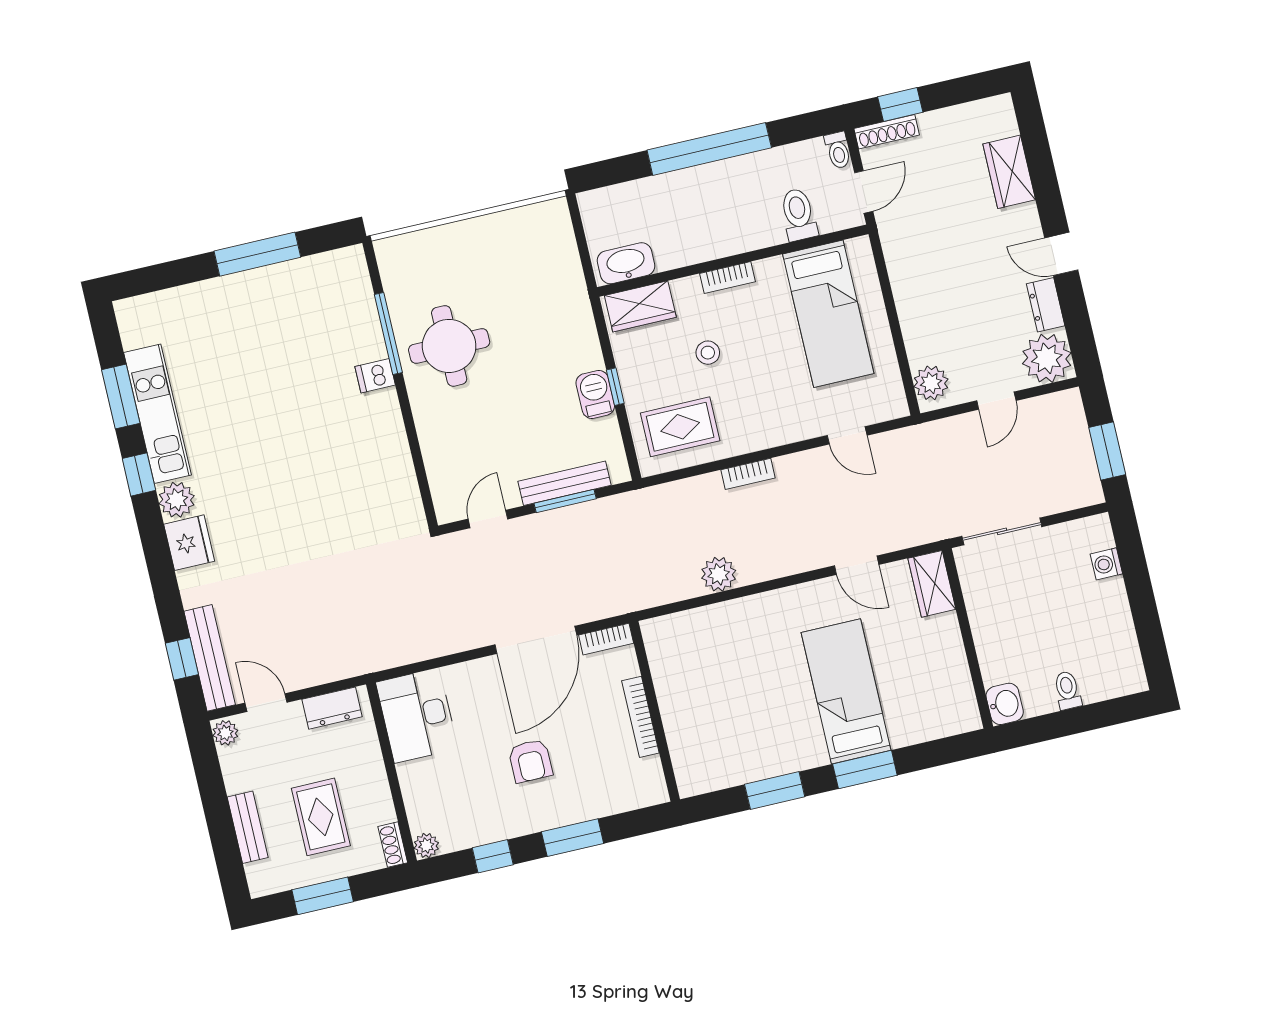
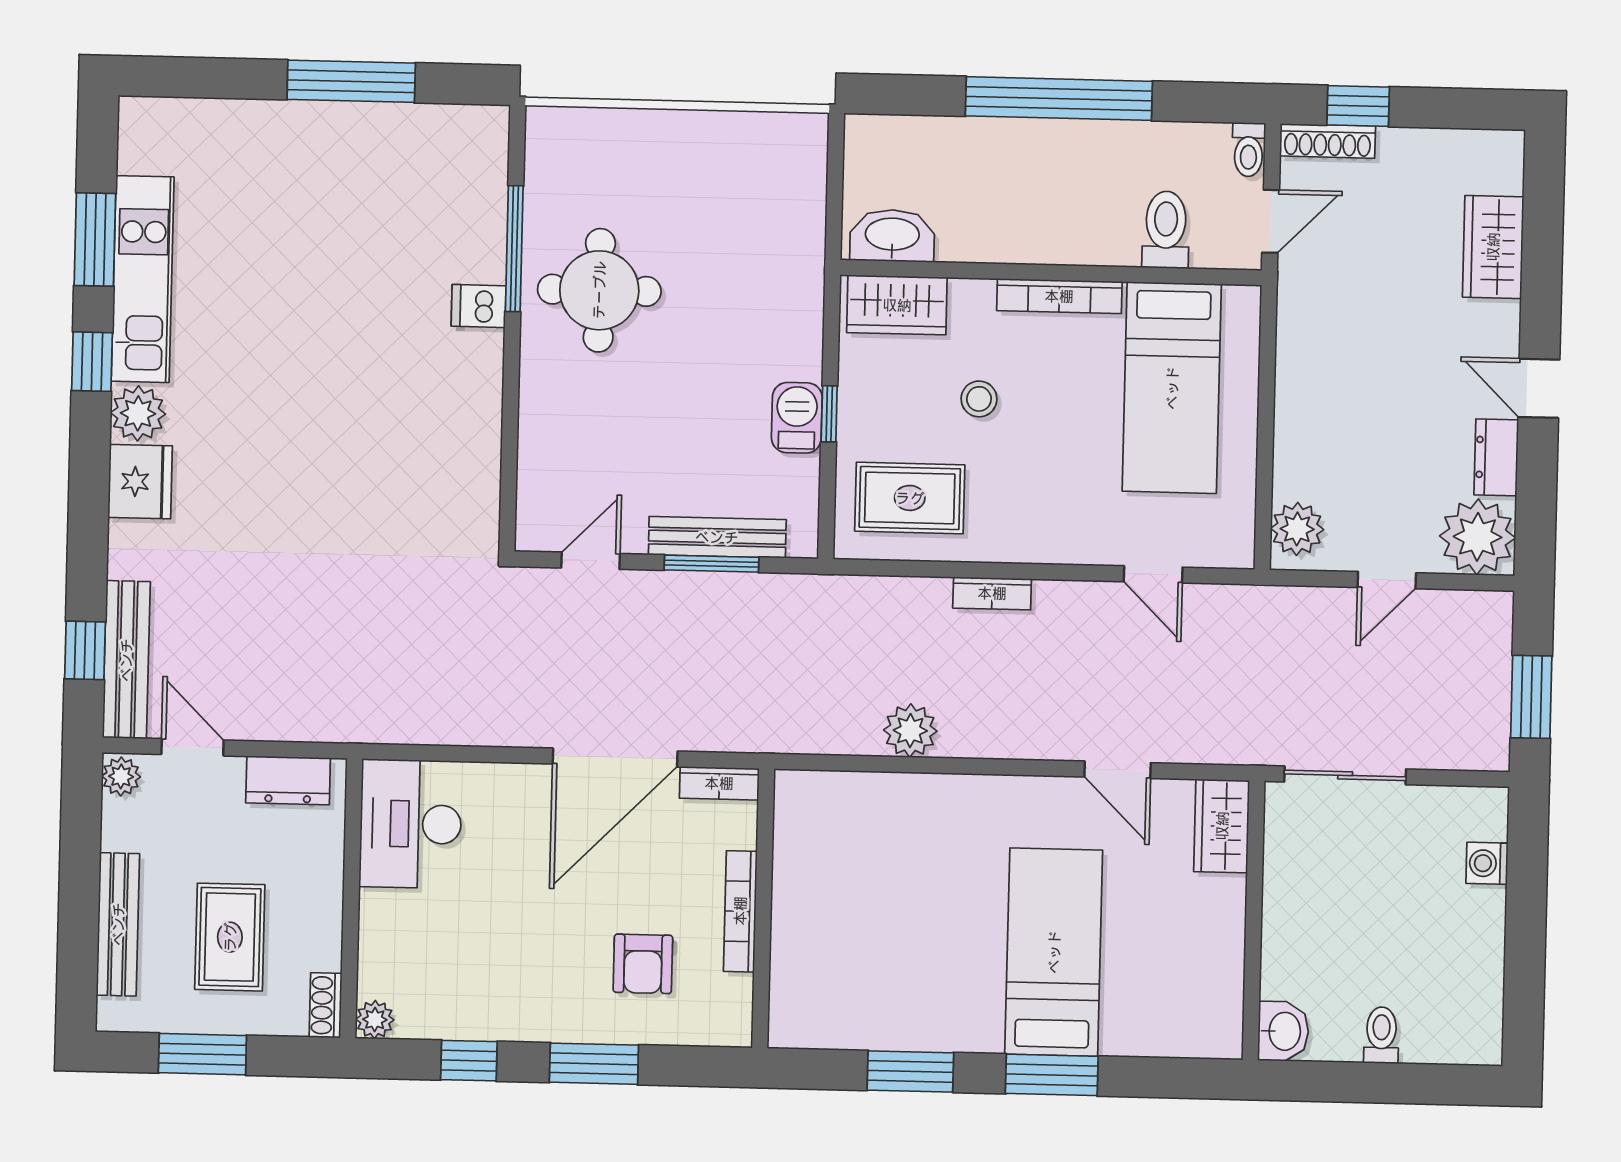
bookcase: (728, 278) -> (1059, 296), width x1.56
armchair: (530, 761) -> (643, 964), moved
bench: (248, 827) -> (118, 924), width x1.36

